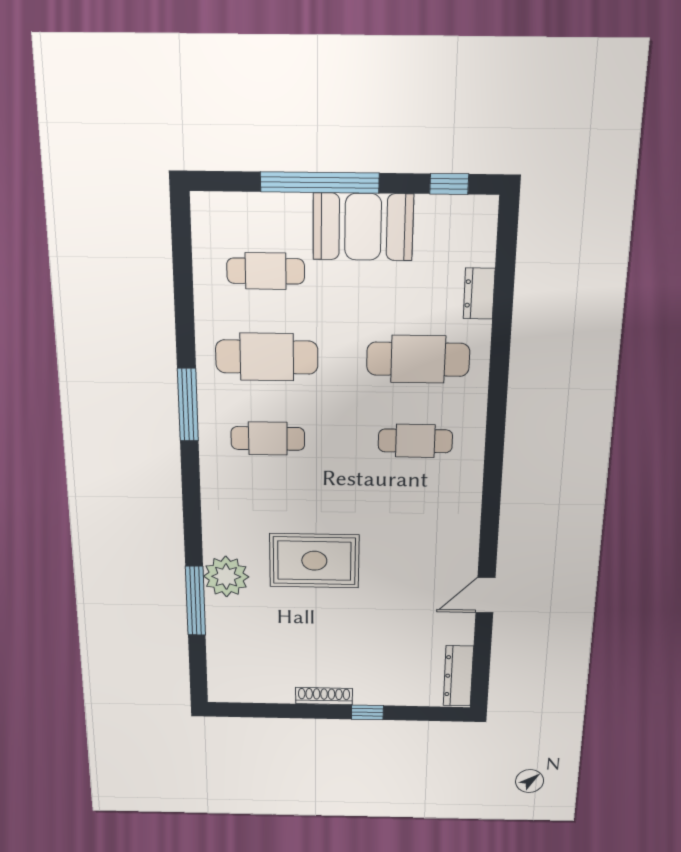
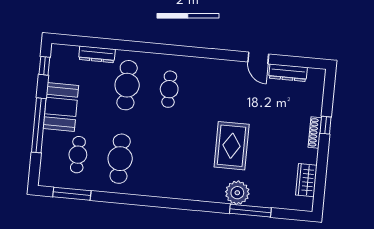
dresser: (479, 294) -> (97, 54), width x1.44
window: (188, 405) -> (72, 194), moved
cafe table: (268, 439) -> (162, 163), removed
dresser: (458, 676) -> (288, 73), moved
wardrobe: (264, 688) -> (306, 180), added
shoe rack: (324, 696) -> (315, 132), moved

